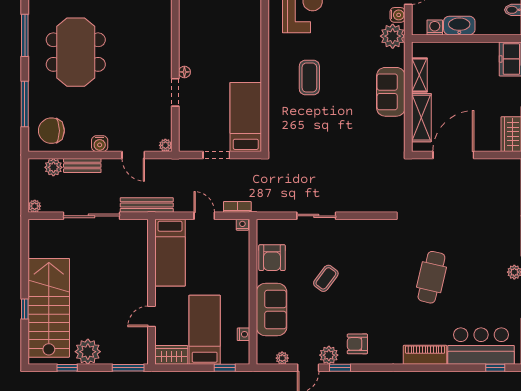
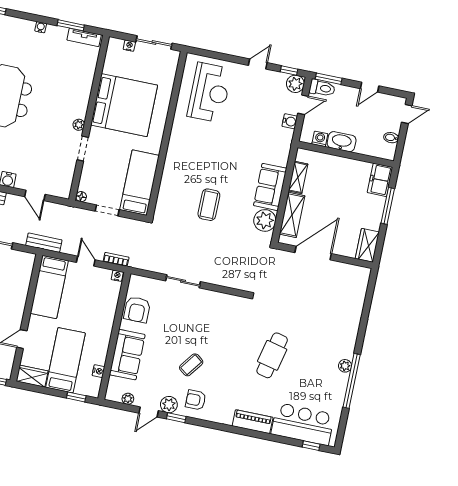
bed: (211, 35) -> (124, 105), added
plant: (393, 36) -> (265, 220), moved
floor lamp: (184, 72) -> (81, 197), moved
coffee table: (309, 78) -> (209, 205), moved
plant: (165, 145) -> (79, 125), moved
bench: (147, 205) -> (44, 243), width x0.73
coffee table: (326, 278) -> (191, 365), moved

